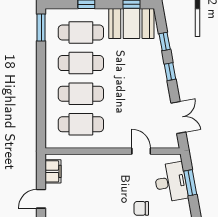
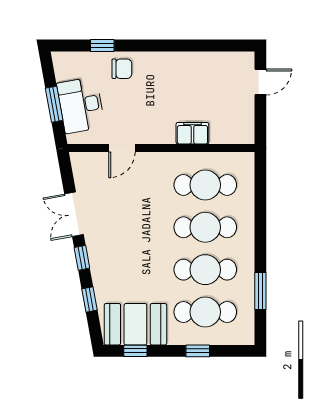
window: (41, 27) -> (260, 291), moved
double door: (178, 117) -> (74, 214), moved
door: (141, 151) -> (122, 148), hinge flipped
filing cabinet: (53, 171) -> (192, 133), moved, turned 90

